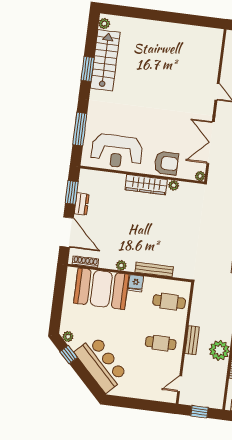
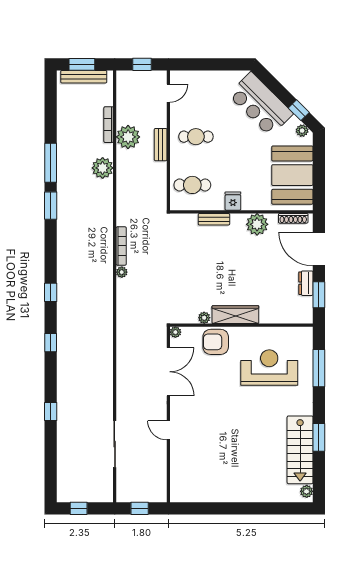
reception desk: (117, 151) -> (269, 368), moved
plant: (121, 265) -> (257, 224), width x1.88, depth x1.88
bench: (154, 270) -> (214, 219), width x0.73
booth: (101, 289) -> (292, 175), moved, turned 90

